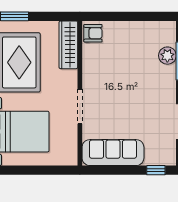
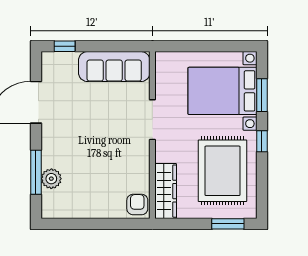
armchair: (93, 33) -> (137, 204), turned 90

